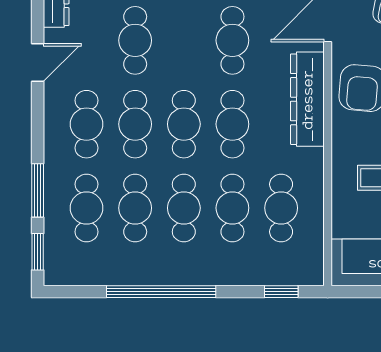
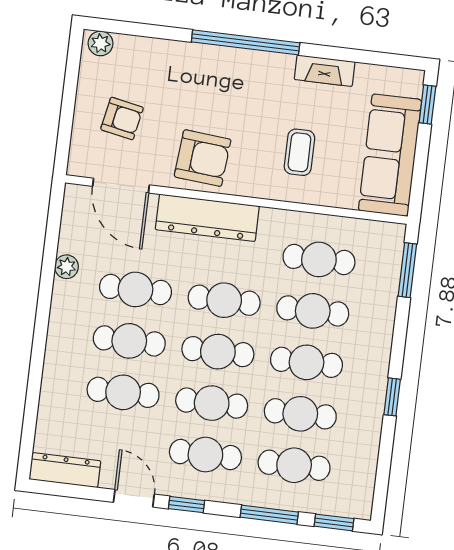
cafe table: (184, 40) -> (129, 341), added
window: (38, 112) -> (186, 505), added
window: (161, 292) -> (392, 397), width x0.32
window: (281, 292) -> (407, 270), width x1.50

